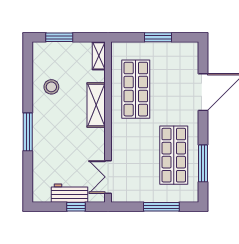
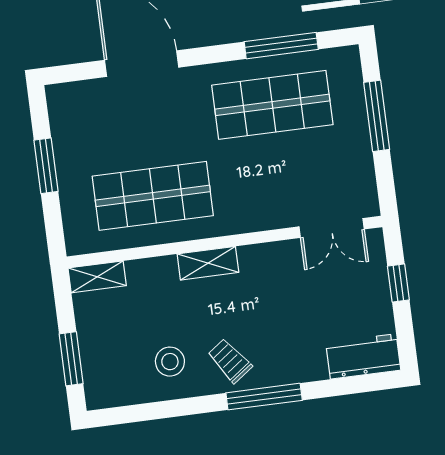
shelving: (96, 105) -> (208, 263), width x0.67, depth x0.75
trolley: (48, 117) -> (230, 361), added
workbench: (69, 193) -> (363, 356), moved, turned 90

